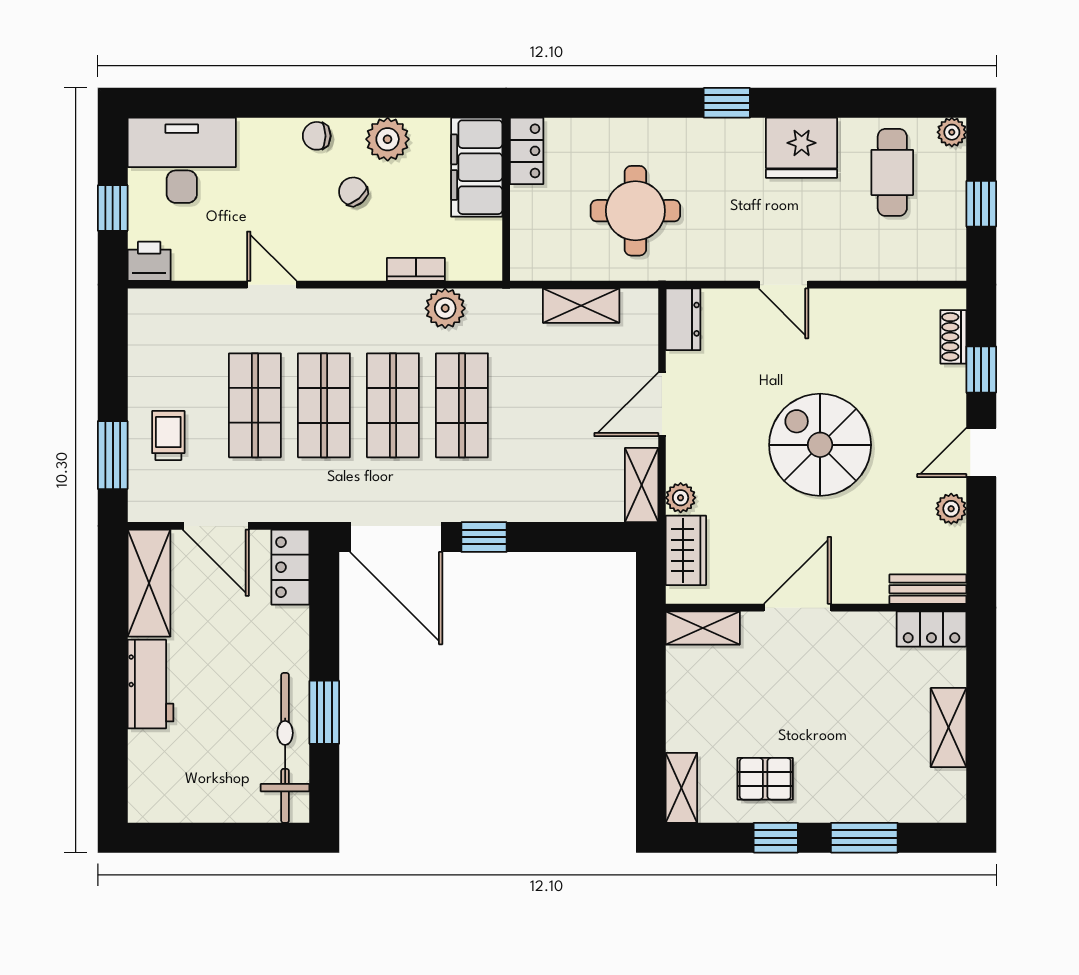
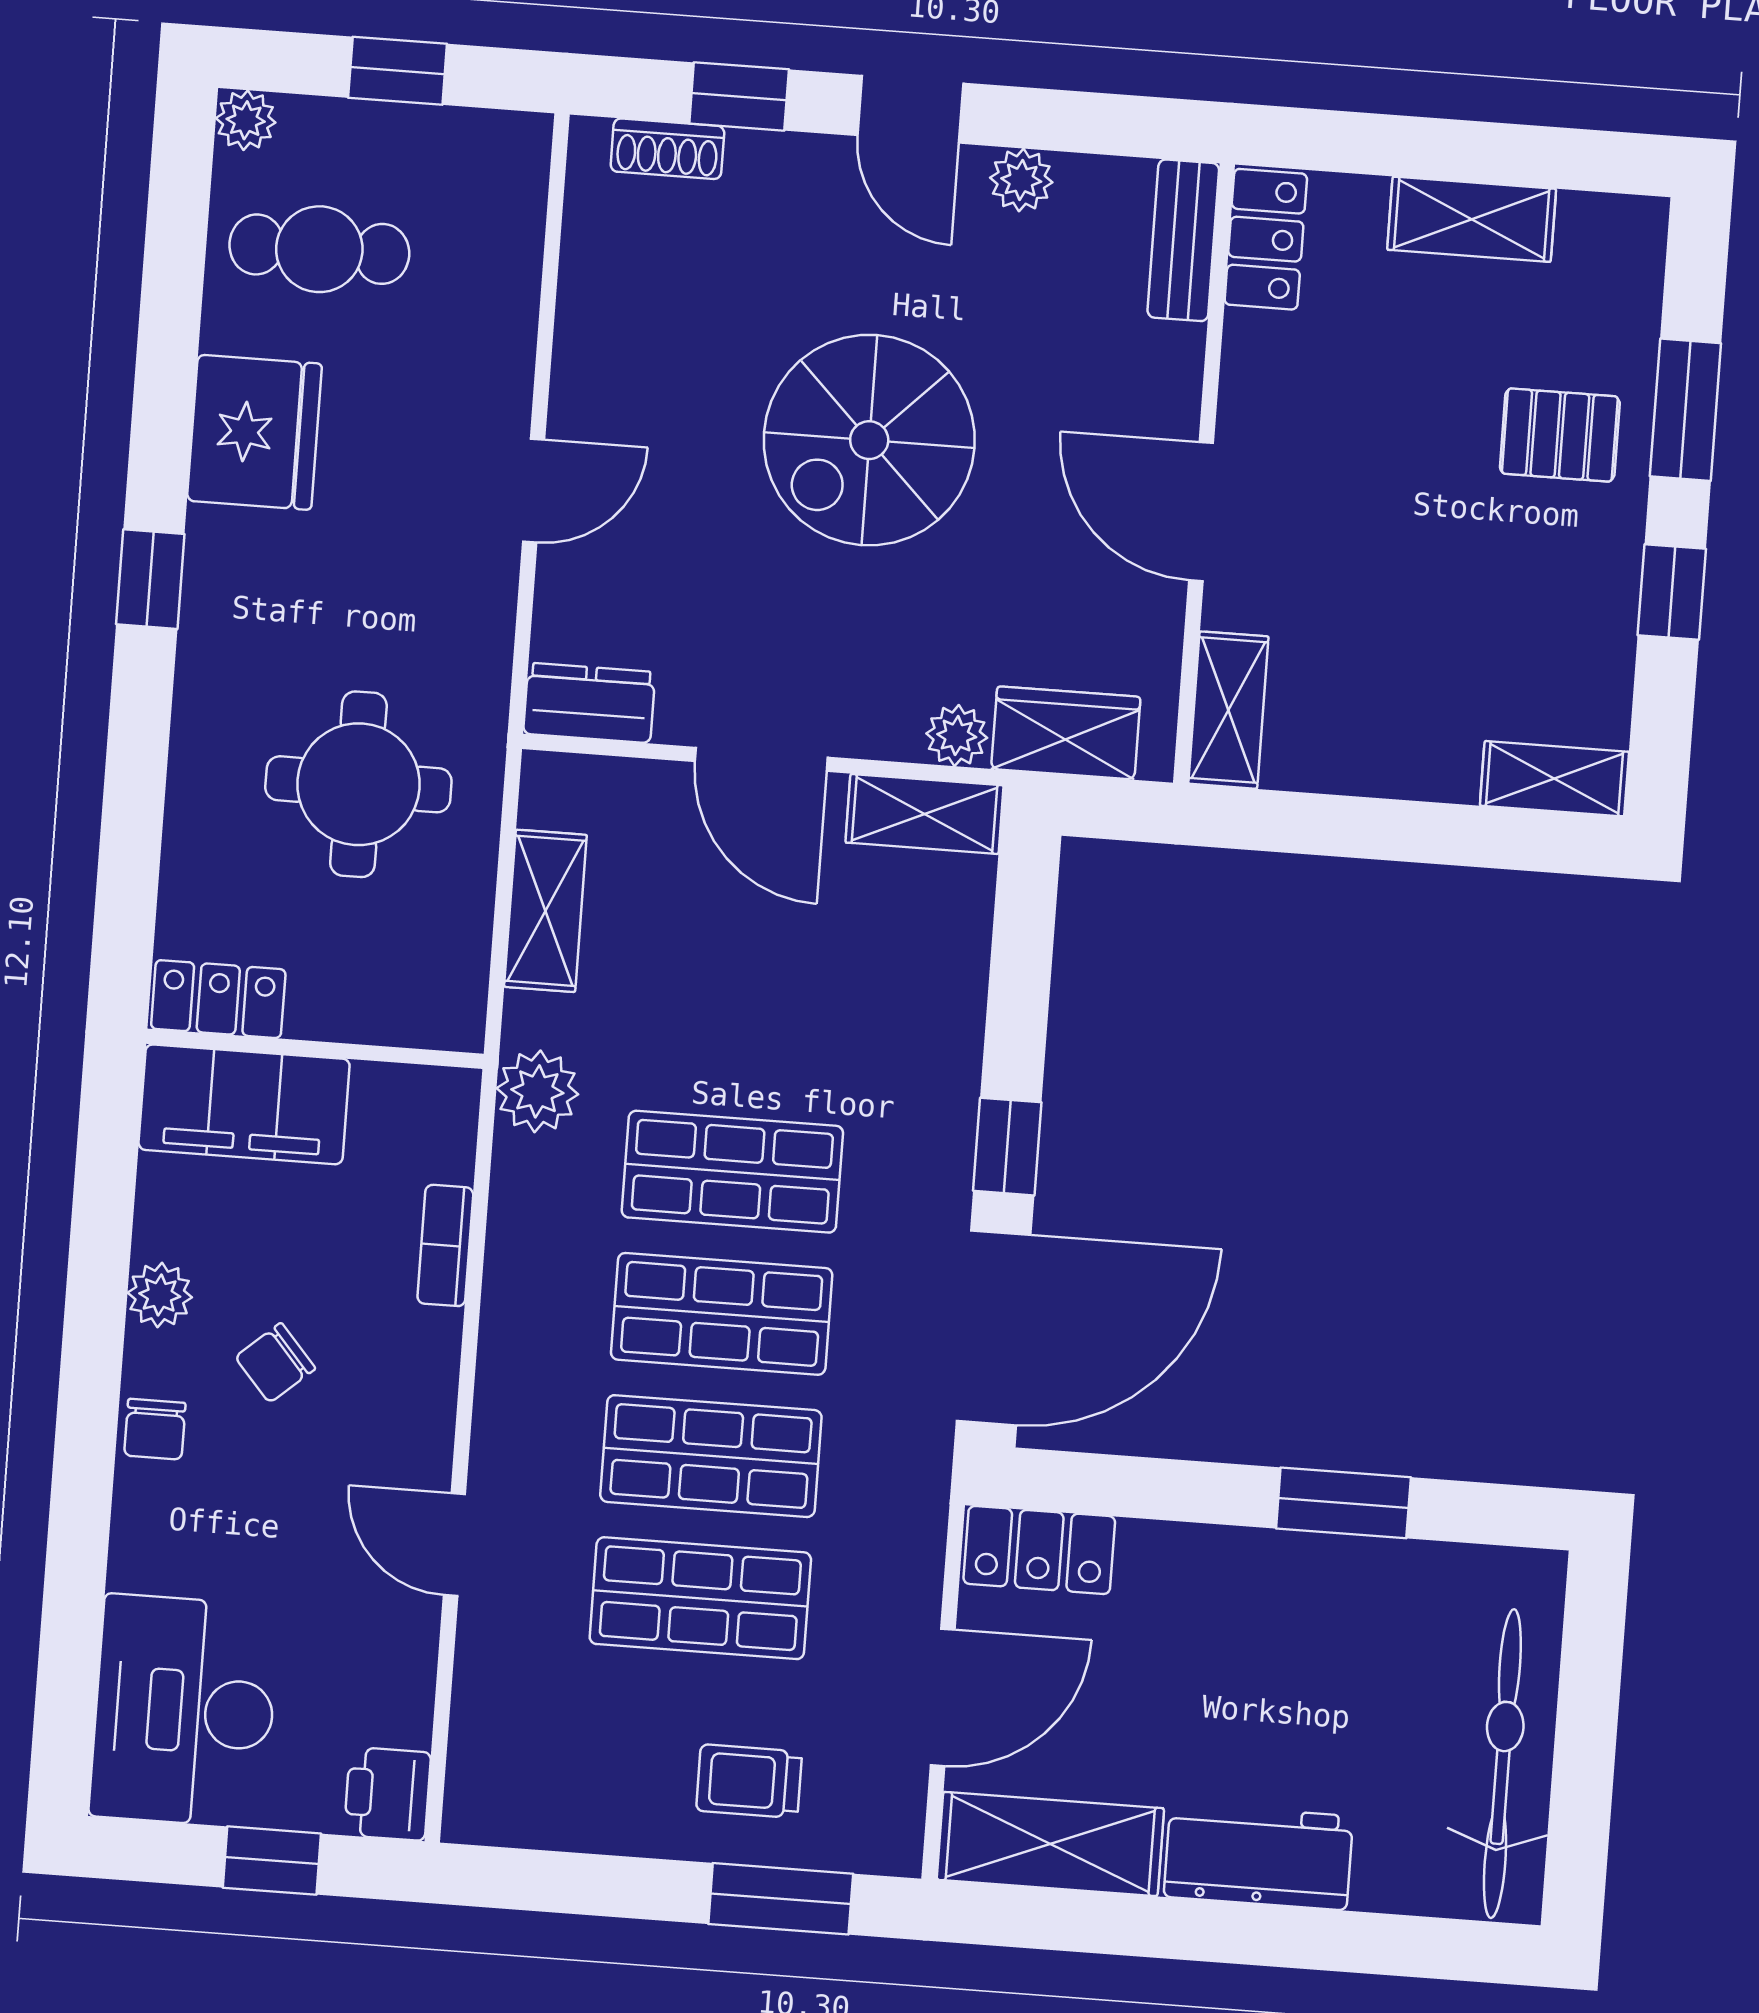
plant: (388, 139) -> (160, 1295), width x0.73, depth x0.73
door: (272, 285) -> (454, 1545), hinge flipped
plant: (445, 308) -> (537, 1091), moved
bicycle: (285, 748) -> (1502, 1764), moved, turned 90
pallet: (765, 779) -> (1560, 435), moved, turned 90

